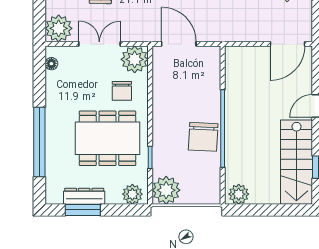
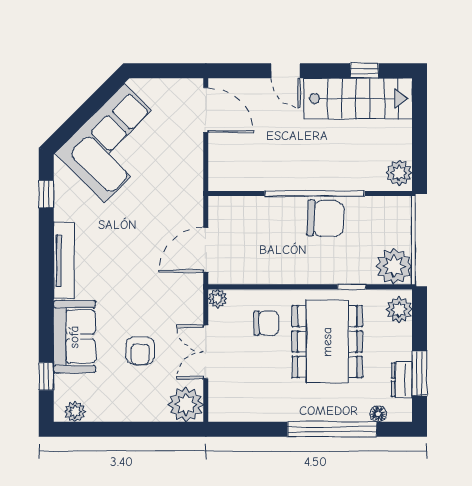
plant: (135, 59) -> (218, 299), width x0.53, depth x0.53
floor lamp: (51, 64) -> (378, 414), moved
dresser: (84, 196) -> (402, 380), width x0.70

